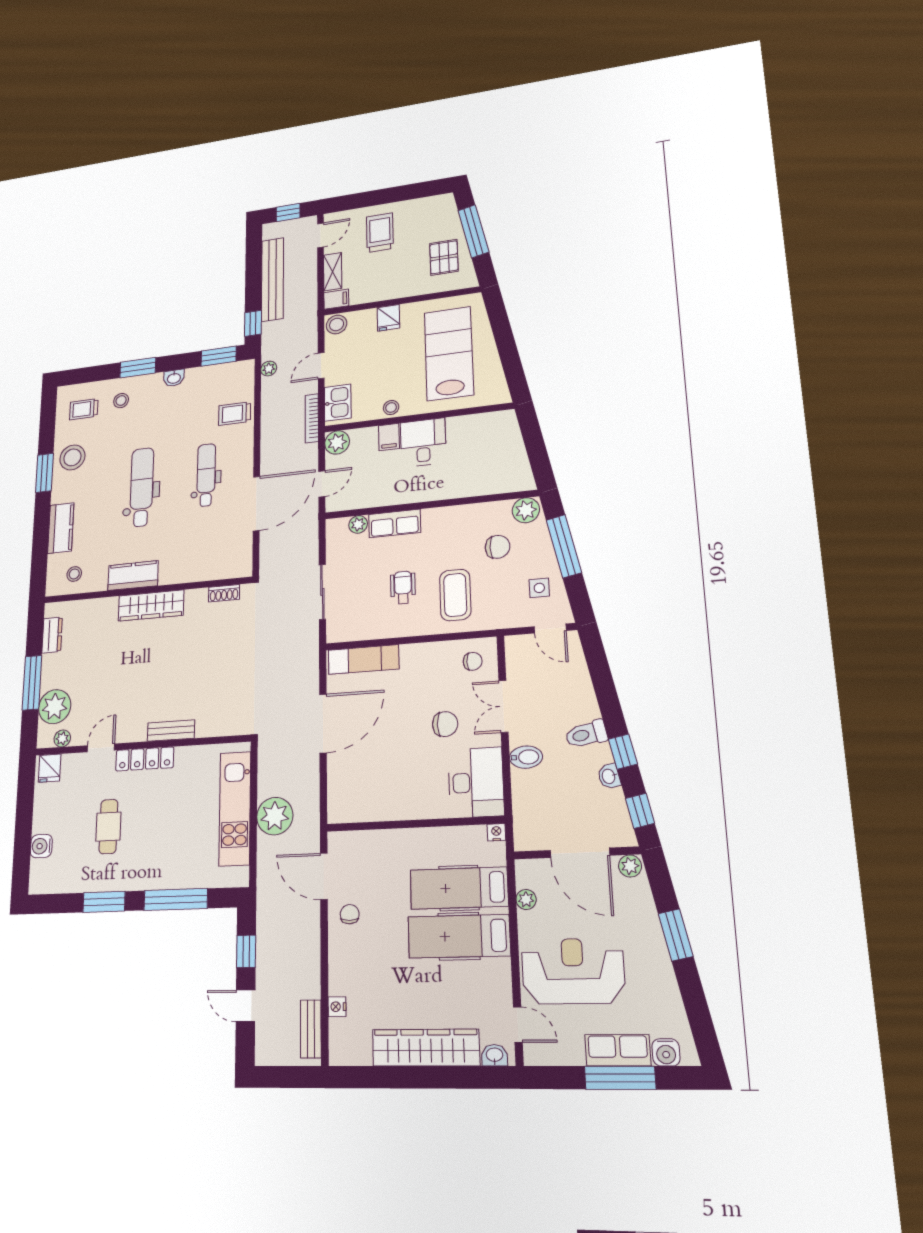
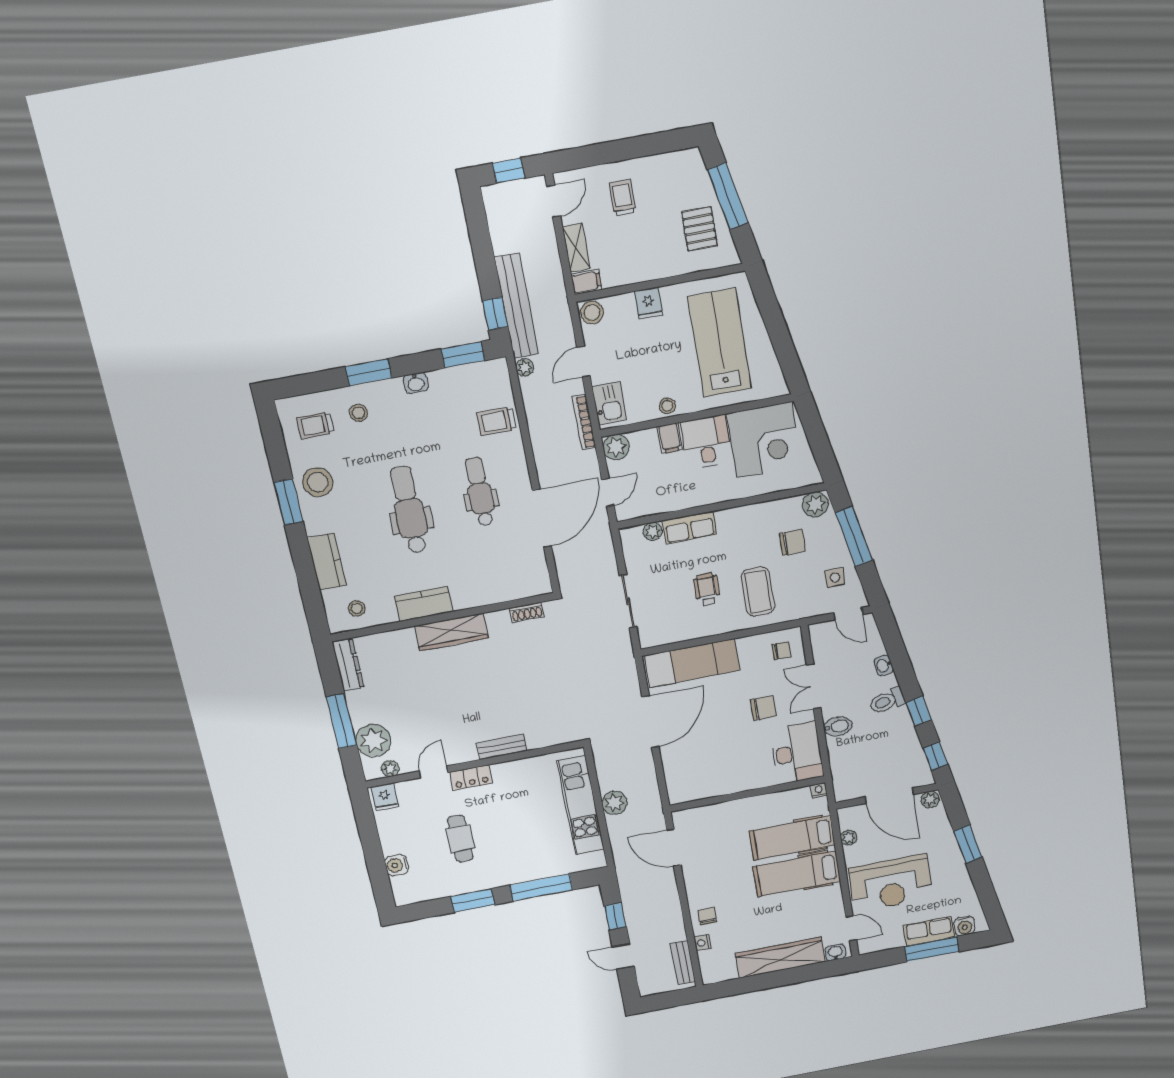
trolley: (380, 233) -> (623, 198), width x0.73, depth x0.72
bench: (272, 279) -> (516, 306), moved
corner desk: (481, 444) -> (764, 440), added
dresser: (52, 635) -> (348, 665), width x1.44
exam couch: (364, 659) -> (692, 663), width x1.36, depth x1.45
locker: (145, 759) -> (471, 777), width x0.66
washbasin: (609, 776) -> (883, 665), moved
plant: (275, 816) -> (614, 803), width x0.73, depth x0.73
chair: (350, 914) -> (707, 916), moved
reception desk: (573, 971) -> (891, 883), turned 180

